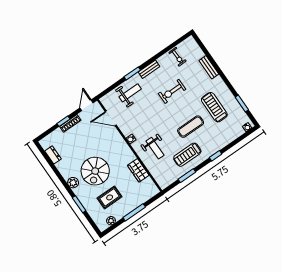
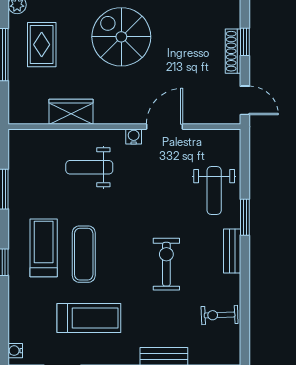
door: (111, 118) -> (164, 127), moved
treadmill: (187, 155) -> (44, 248), moved
rug: (110, 197) -> (42, 45), moved

